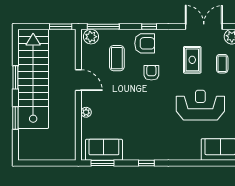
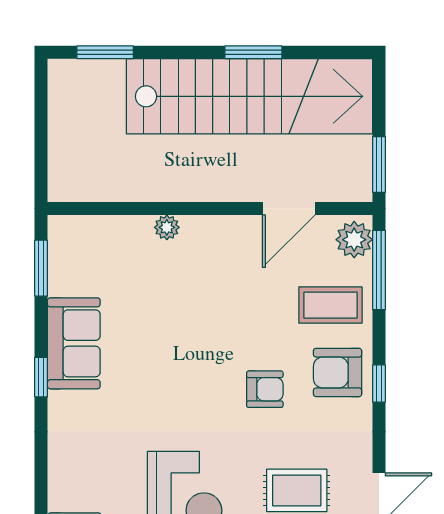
armchair: (145, 43) -> (338, 372), turned 90
coffee table: (117, 58) -> (330, 305), moved
door: (78, 80) -> (289, 208), moved
window: (15, 118) -> (105, 52), moved
sofa: (104, 150) -> (74, 343), moved

